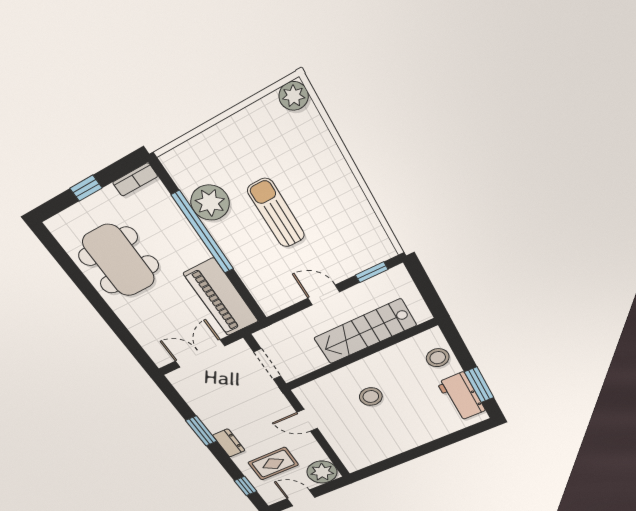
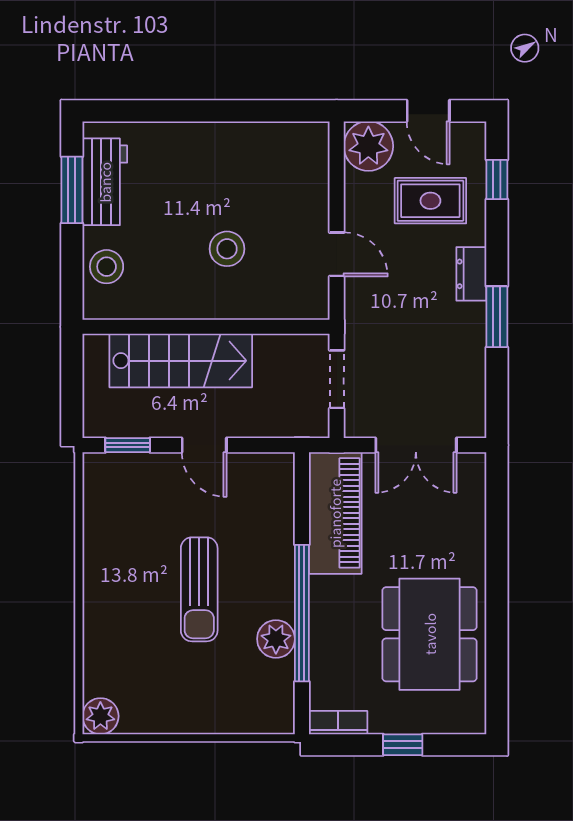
plant: (210, 203) -> (276, 639), width x0.73, depth x0.73

